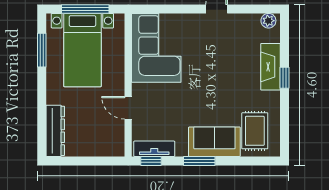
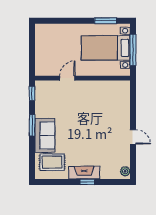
corner sofa: (156, 48) -> (107, 97), removed
fireplace: (270, 67) -> (84, 173), moved
dresser: (55, 131) -> (52, 30), removed
tv unit: (154, 149) -> (40, 96), removed

